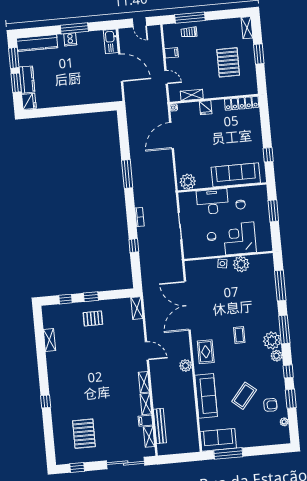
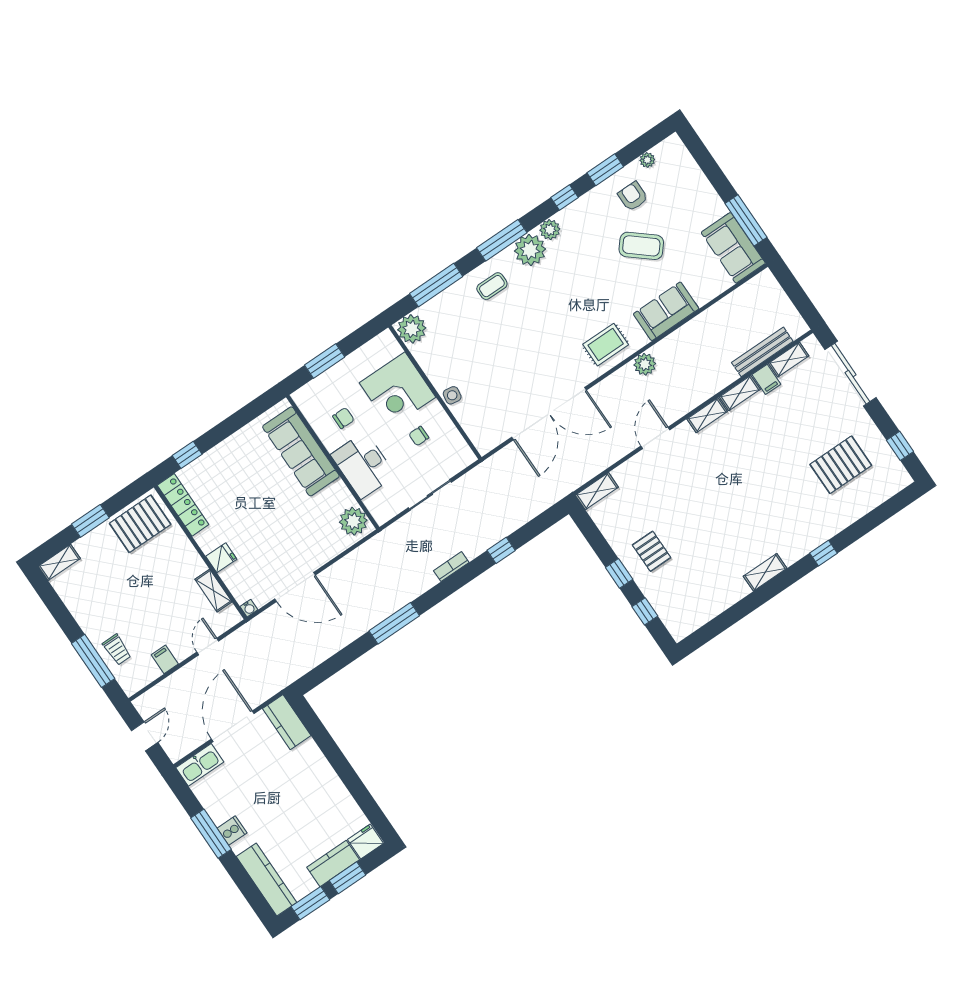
pallet: (228, 62) -> (140, 524), moved
kitchen counter: (108, 95) -> (287, 722), added
window: (268, 155) -> (187, 455), moved
plant: (241, 264) -> (412, 329), moved
coffee table: (239, 335) -> (492, 286), moved
shelving: (49, 340) -> (765, 572), moved
sofa: (206, 396) -> (666, 311), width x0.73

